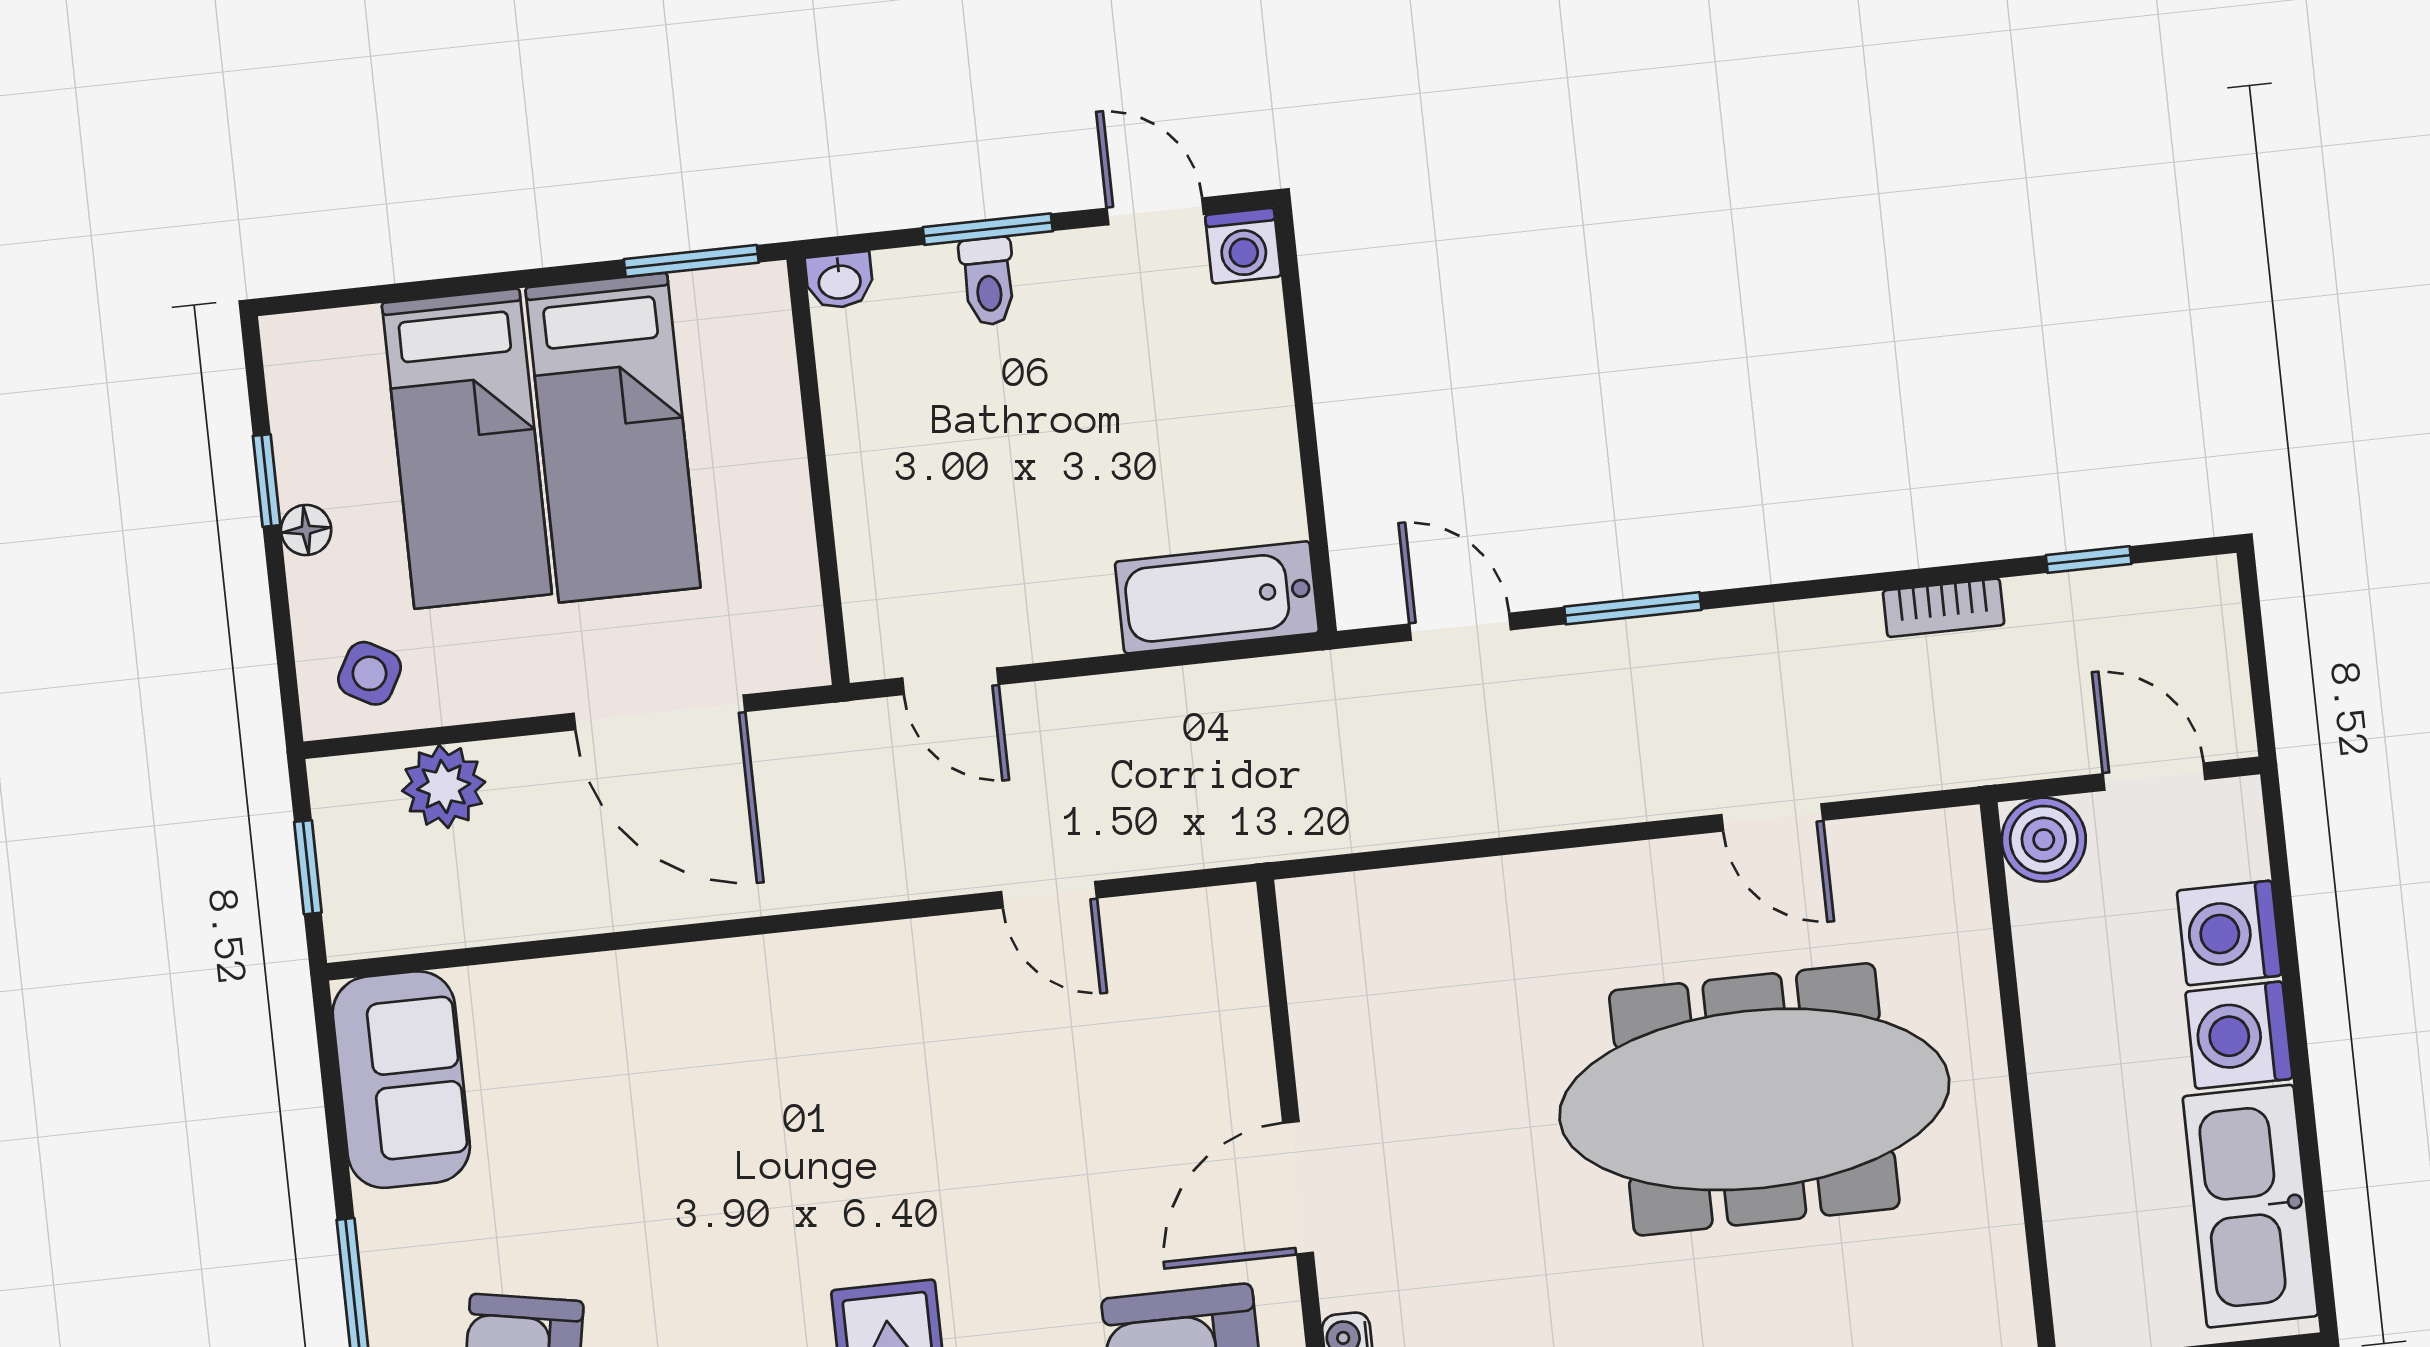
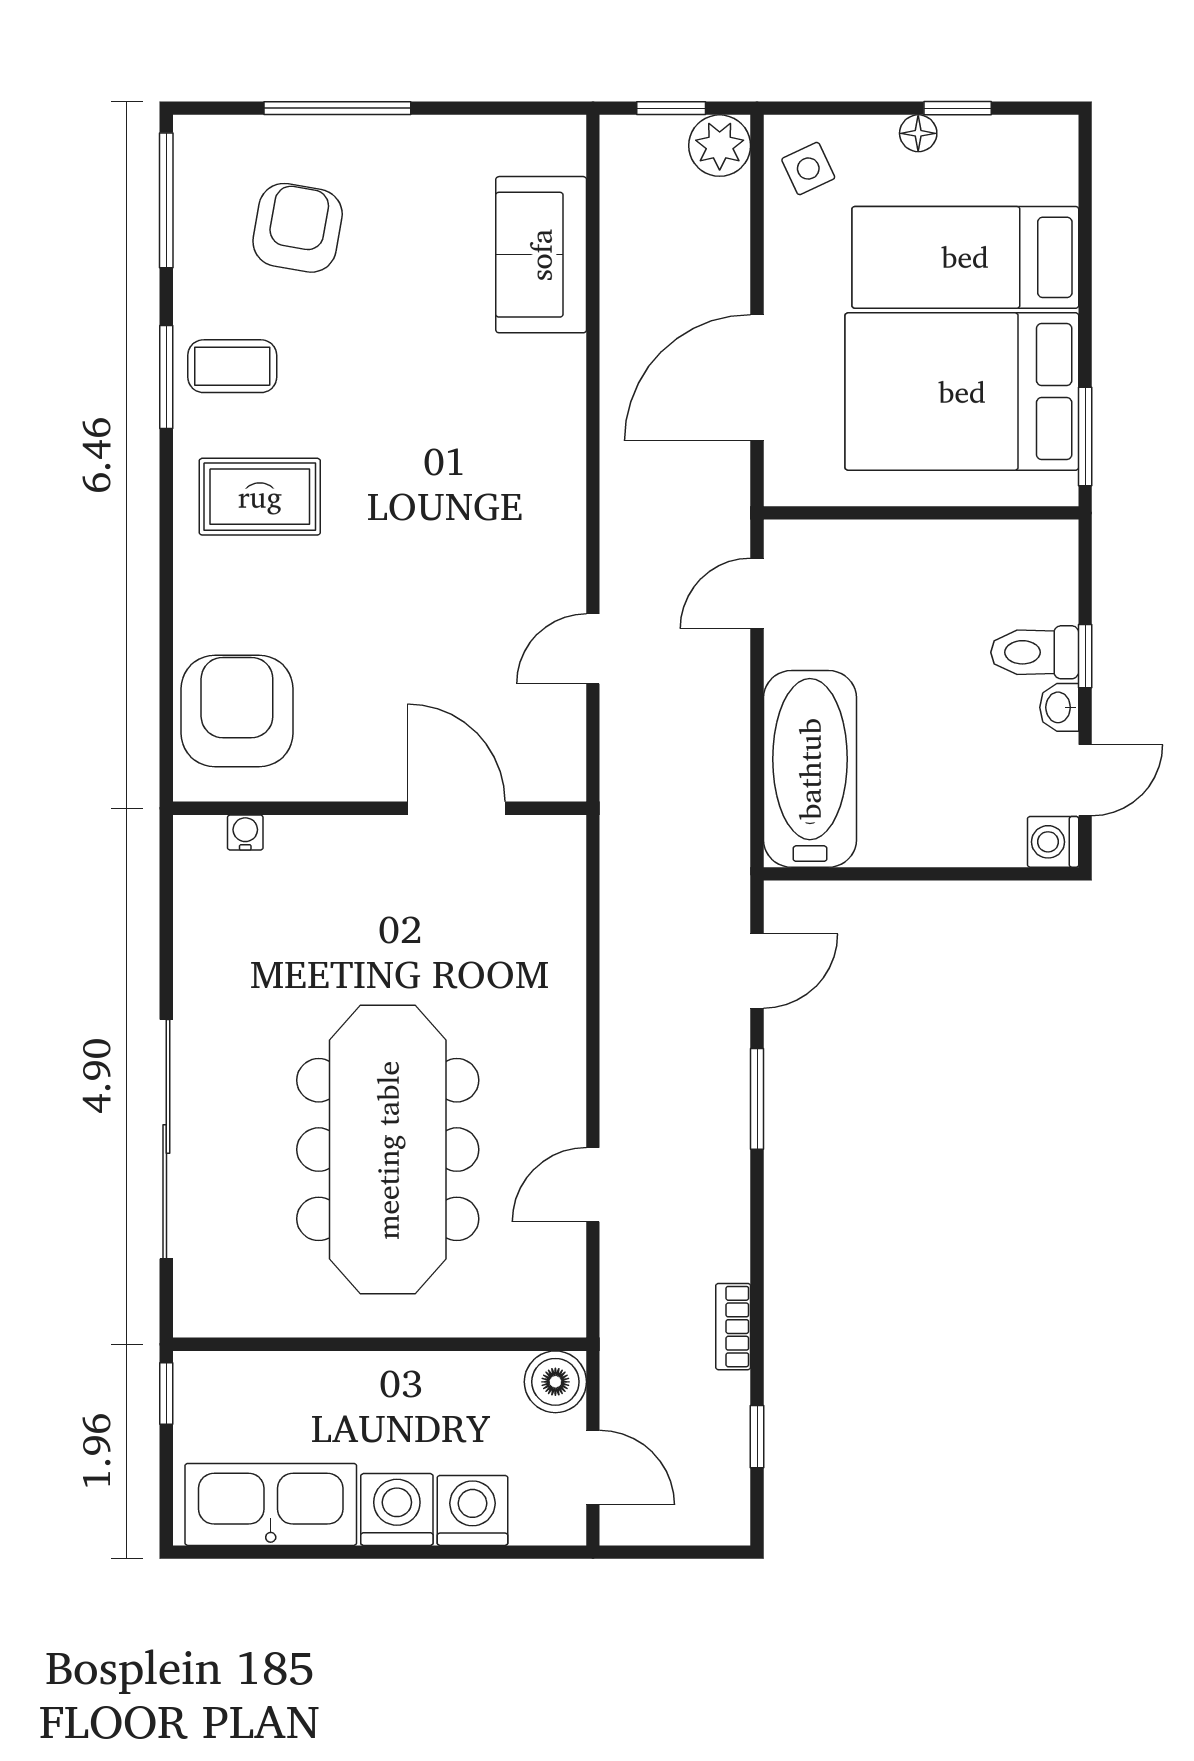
window: (988, 229) -> (1085, 656), width x0.67
washbasin: (840, 281) -> (1059, 707), moved
toilet: (988, 281) -> (1035, 652), width x1.37, depth x1.39
bed: (613, 438) -> (962, 392), width x1.50
bathtub: (1217, 597) -> (810, 769), width x1.36, depth x1.36
side table: (370, 673) -> (808, 169), turned 36
door: (2154, 777) -> (593, 1468), hinge flipped
plant: (444, 786) -> (720, 146), moved
sofa: (401, 1080) -> (541, 255), moved, turned 90
door: (1298, 1188) -> (456, 808), moved

